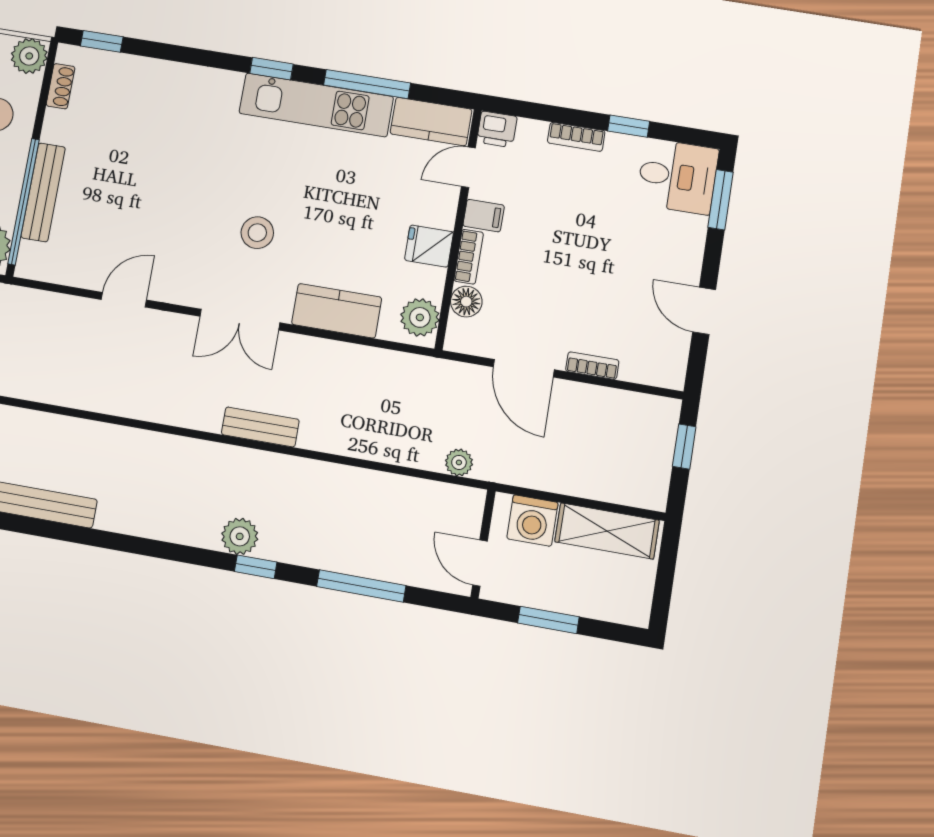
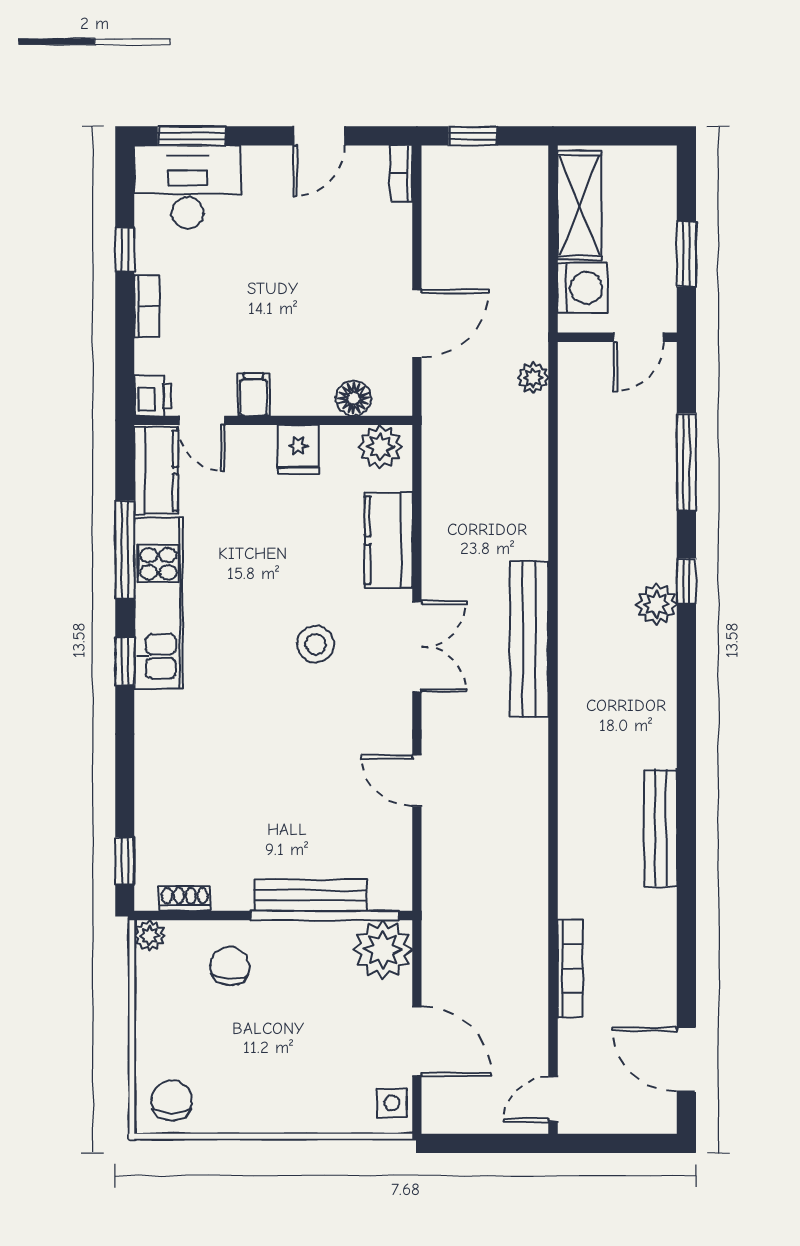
plant: (29, 56) -> (150, 936), width x0.73, depth x0.73
desk: (677, 176) -> (187, 187), width x1.37
bookcase: (469, 257) -> (303, 404), removed
bookcase: (592, 366) -> (401, 174), moved
bench: (260, 427) -> (529, 639), width x1.86, depth x1.21

